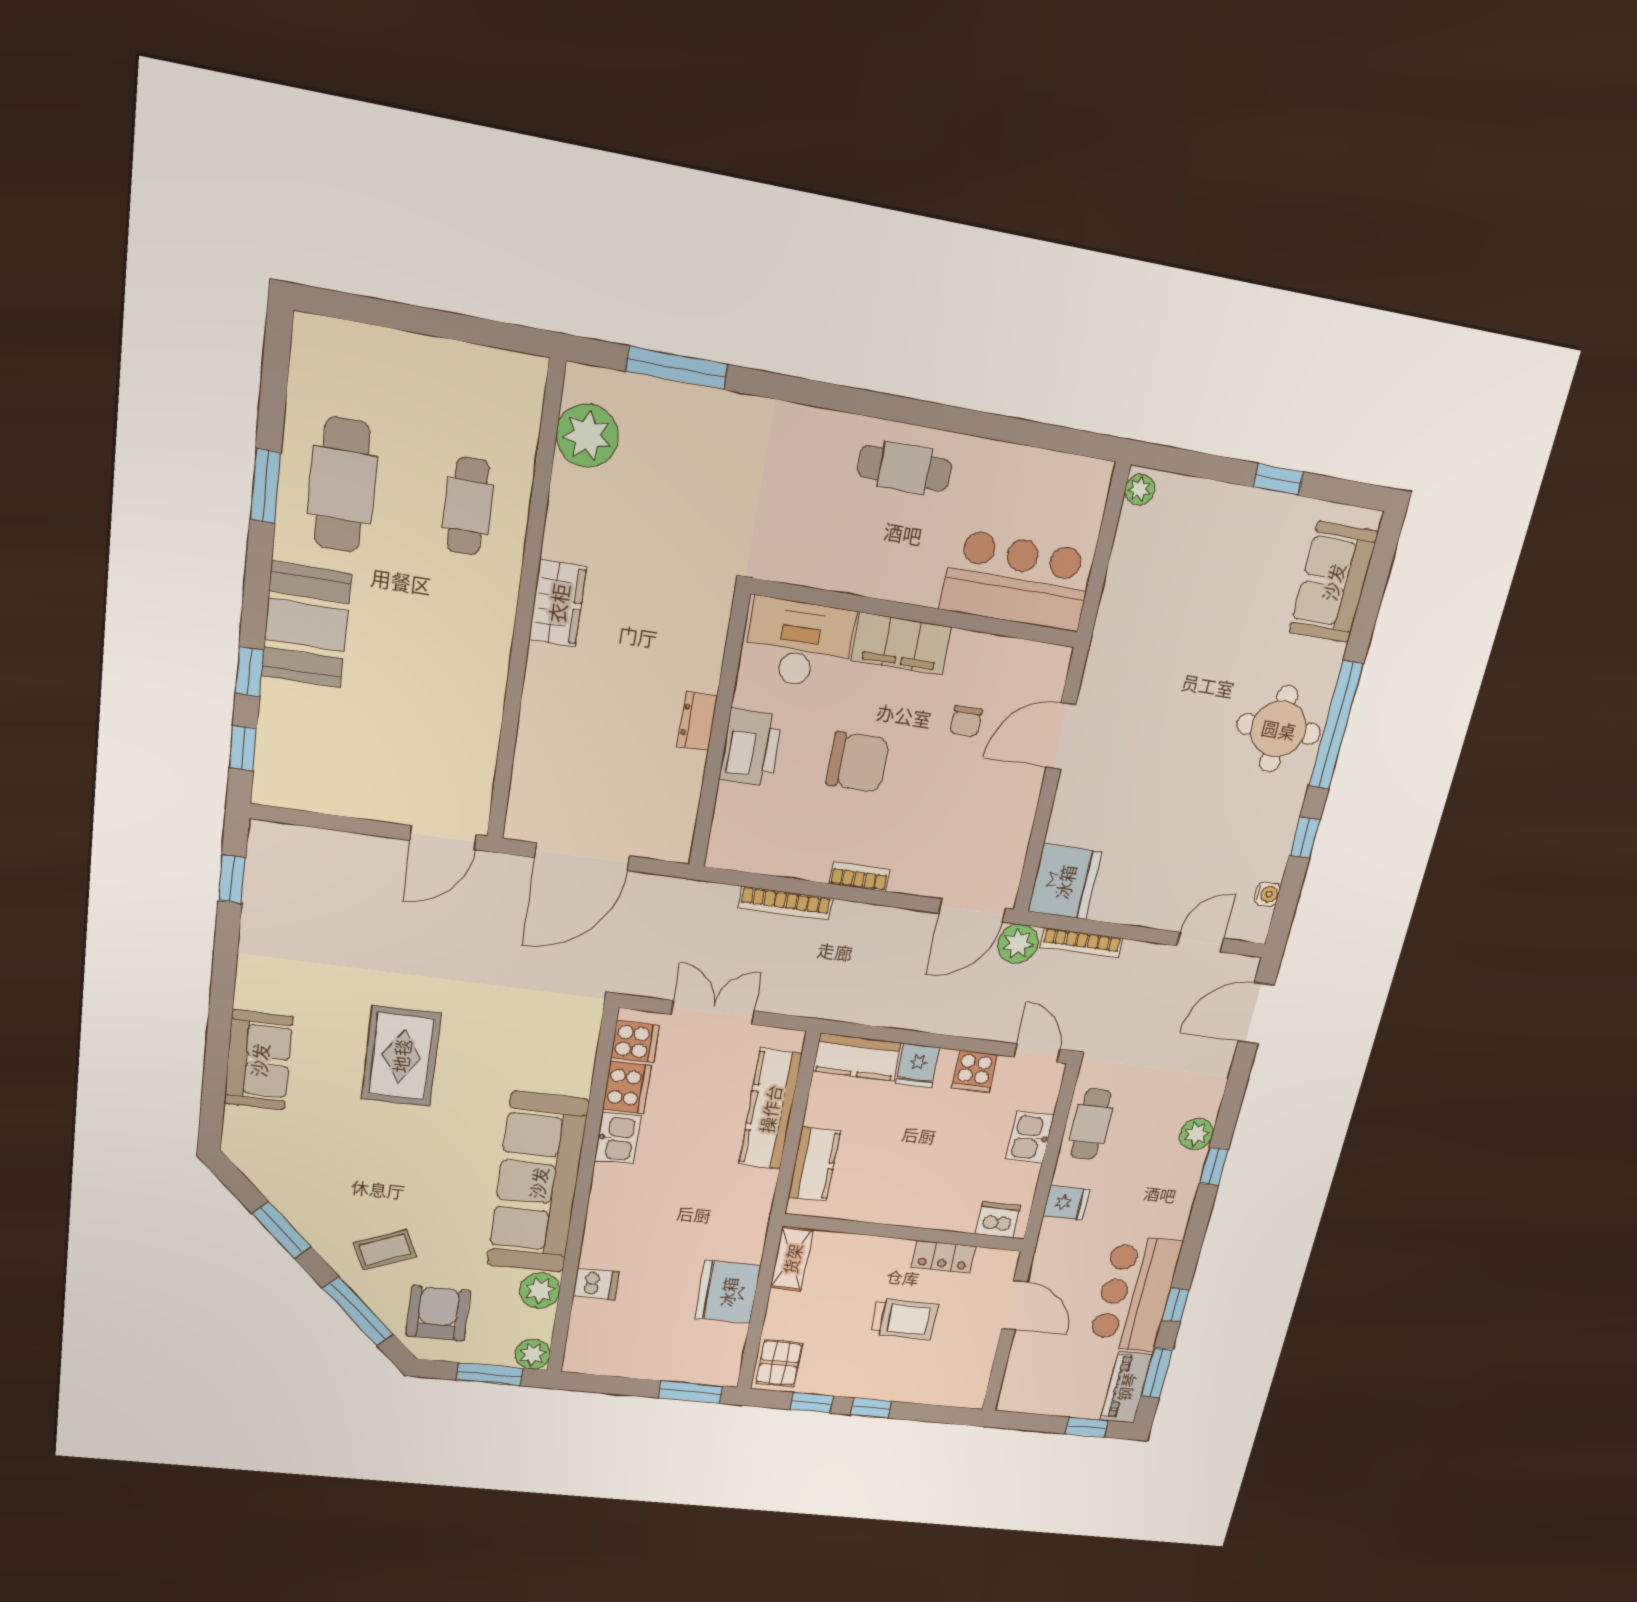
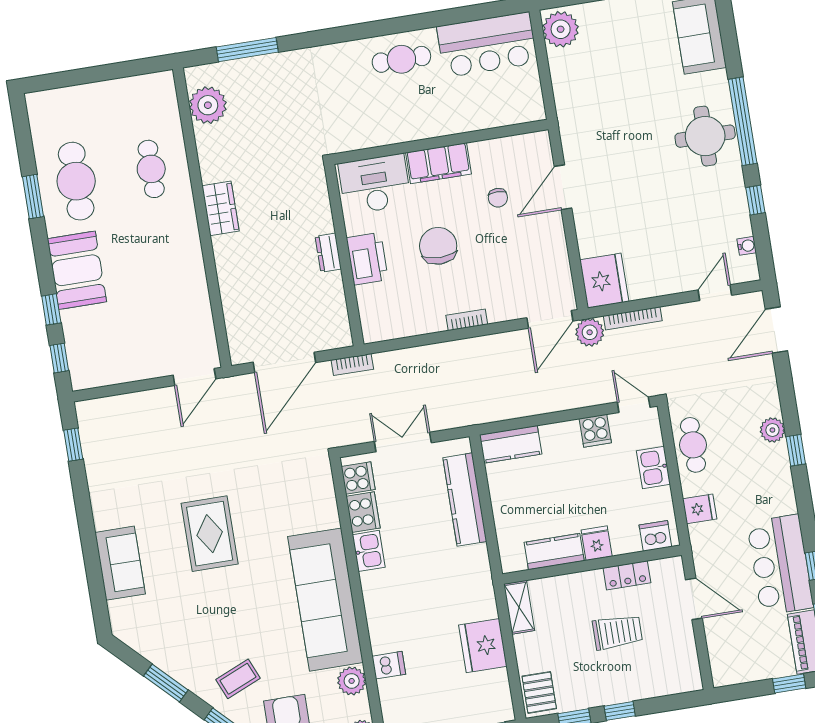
plant: (1140, 490) -> (561, 29), width x1.87, depth x1.87
bar counter: (1017, 581) -> (487, 45), moved, turned 180
chair: (858, 762) -> (438, 246), turned -90
bookcase: (785, 903) -> (352, 365), moved, width x0.64
fridge: (918, 1066) -> (597, 543), moved, turned 180
kitchen counter: (814, 1164) -> (554, 552), moved, turned -90

